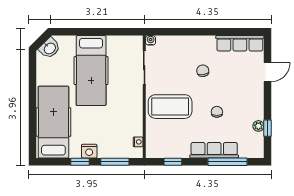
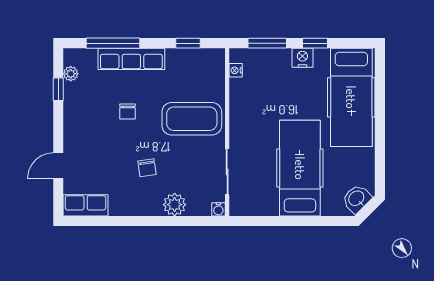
row of seats: (240, 43) -> (86, 205), width x0.68
plant: (183, 44) -> (175, 205), added
plant: (258, 126) -> (71, 74), moved

